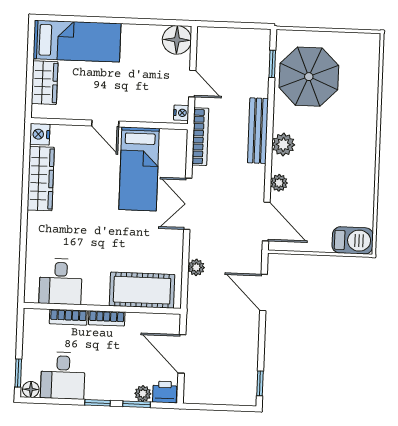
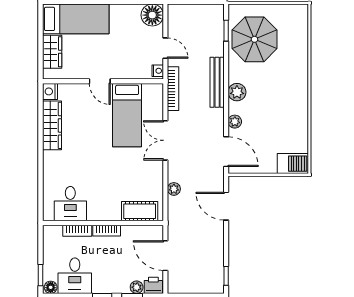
cot: (142, 290) -> (140, 211), width x0.73, depth x0.75

